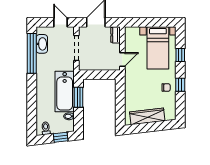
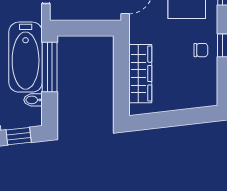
window: (79, 97) -> (50, 67), width x1.44
wardrobe: (147, 116) -> (140, 74), moved, turned 97

